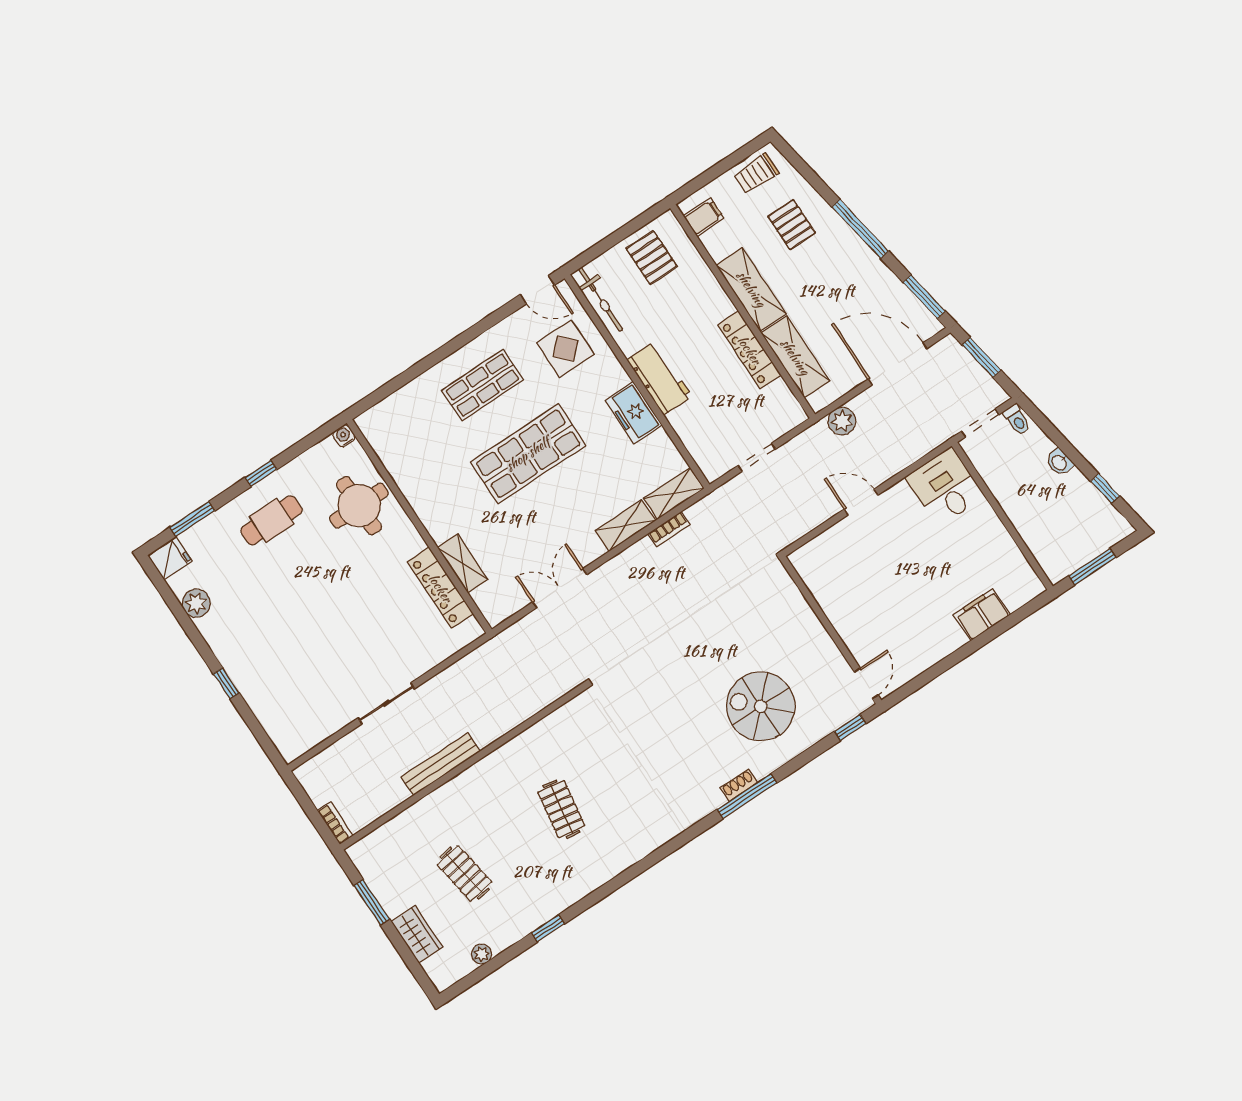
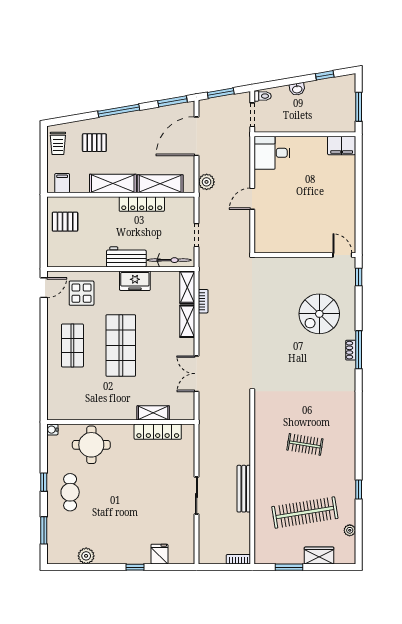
bicycle: (600, 299) -> (169, 260), moved
fridge: (170, 559) -> (159, 554), moved
filing cabinet: (982, 615) -> (342, 146), moved, turned -90
clothes rail: (464, 873) -> (305, 513), width x1.86, depth x1.31

